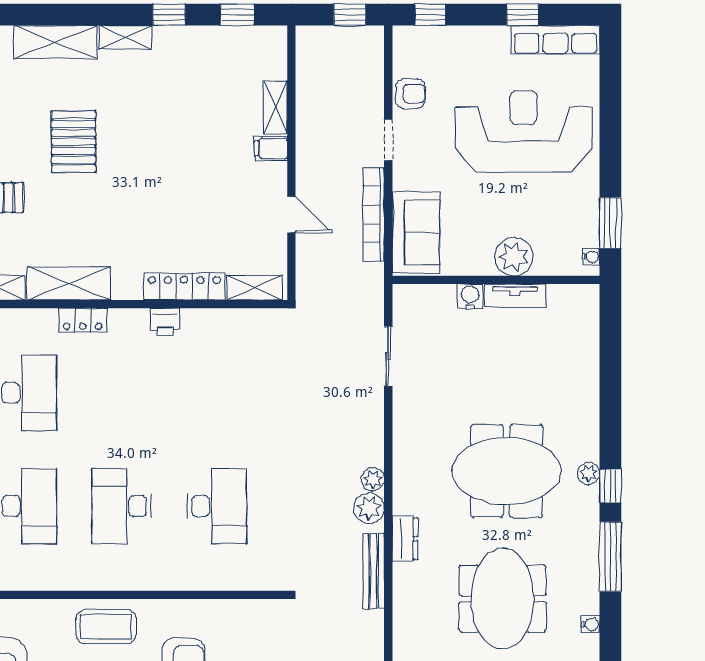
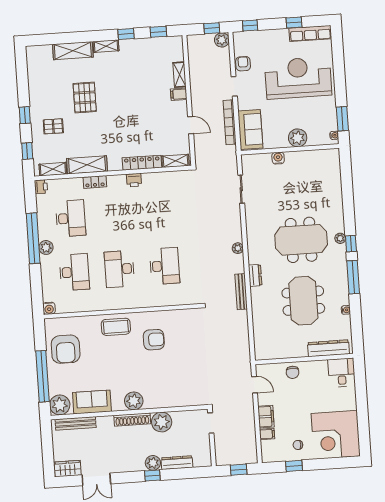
armchair: (410, 94) -> (243, 64), turned -90
tv unit: (515, 296) -> (300, 156), removed
plant: (369, 508) -> (222, 40), moved

